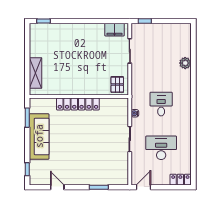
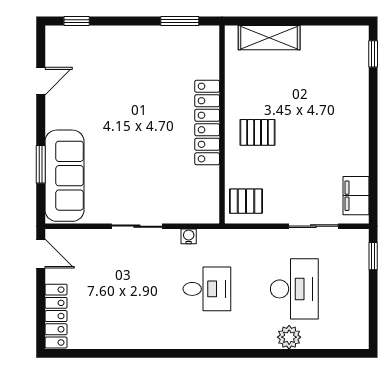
pallet: (83, 79) -> (258, 132), added
sofa: (39, 136) -> (64, 176), moved, turned -90
desk: (161, 148) -> (294, 289), moved
locker: (180, 180) -> (56, 316), width x1.53

